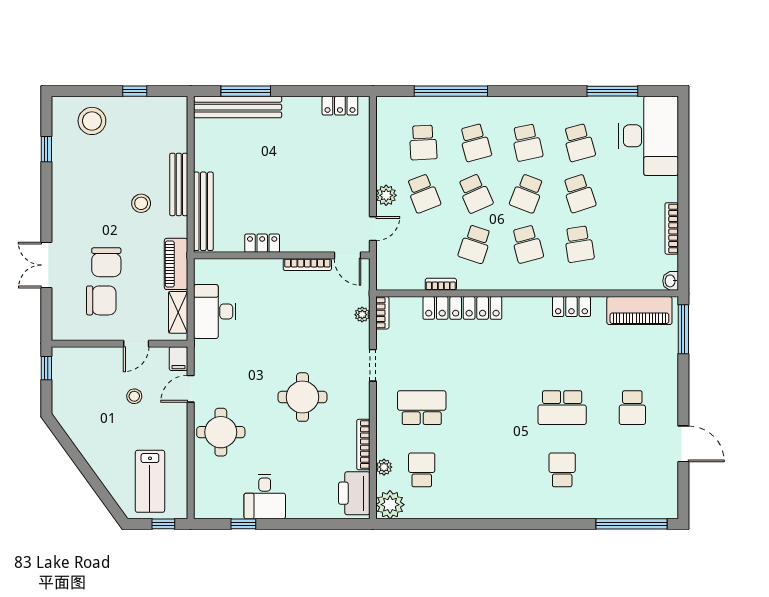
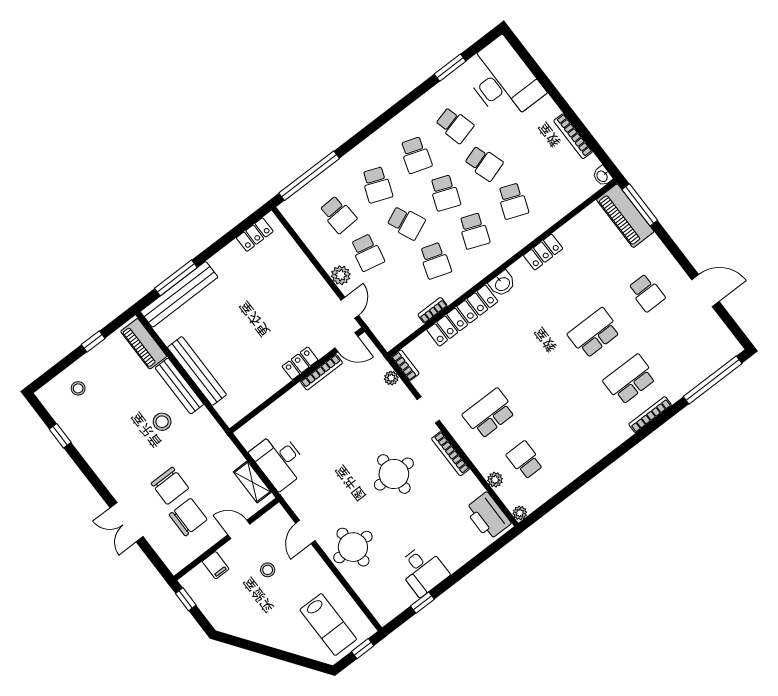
window: (451, 91) -> (309, 176), moved
window: (612, 91) -> (450, 68), width x0.69
stool: (92, 121) -> (78, 388), width x0.53, depth x0.53
school desk: (475, 143) -> (377, 185), turned 36
school desk: (527, 143) -> (416, 155), turned 30
school desk: (423, 193) -> (367, 252), turned 33
bench: (203, 211) -> (197, 371), moved
locker: (262, 243) -> (300, 363), moved
school desk: (527, 244) -> (474, 231), turned 36
school desk: (579, 244) -> (513, 201), turned 30
piano: (176, 264) -> (144, 344), moved
washbasin: (517, 307) -> (502, 284), added
piano: (639, 311) -> (625, 216), moved, turned 90
door: (136, 344) -> (239, 529), swing flipped
filing cabinet: (178, 359) -> (216, 565), moved
school desk: (562, 408) -> (594, 333), turned 180
bookcase: (363, 445) -> (451, 454), moved
school desk: (562, 470) -> (630, 379), width x1.85
plant: (390, 505) -> (520, 513), width x0.53, depth x0.53
bookcase: (557, 513) -> (650, 415), added

